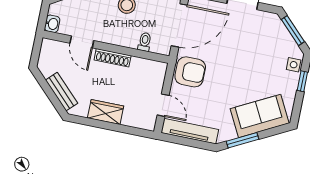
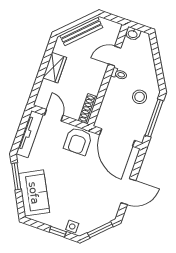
toilet: (145, 42) -> (119, 74), moved
shoe rack: (113, 58) -> (88, 109), moved
bench: (62, 92) -> (81, 31), width x1.36
door: (163, 105) -> (54, 115), swing flipped

